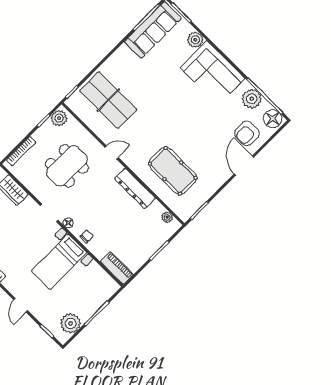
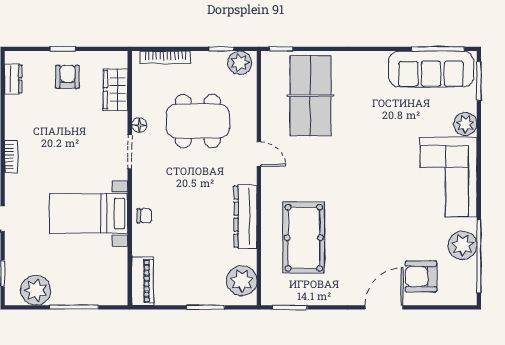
floor lamp: (273, 119) -> (463, 288), removed
plant: (167, 217) -> (242, 281), width x1.87, depth x1.87
floor lamp: (68, 223) -> (139, 125), moved

